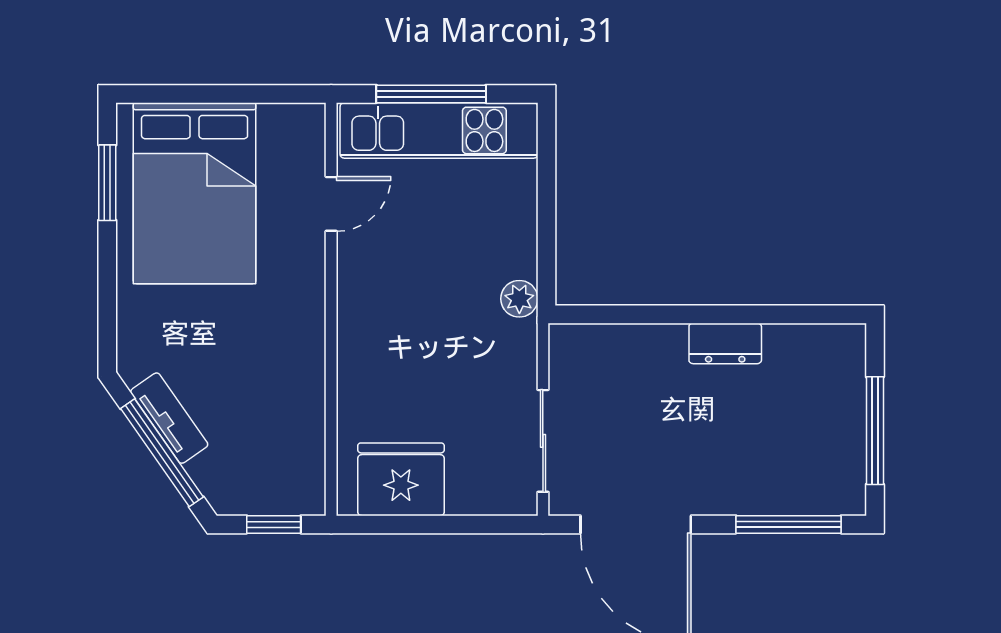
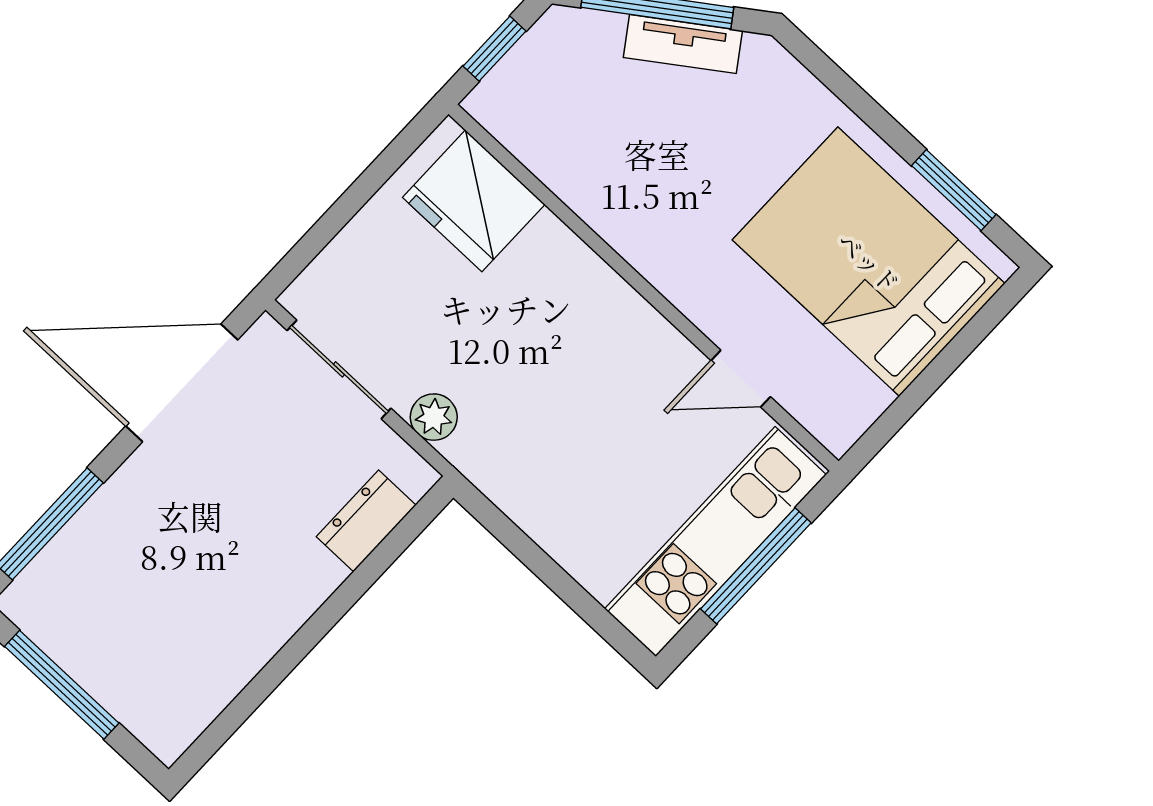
door: (331, 204) -> (741, 379), hinge flipped
plant: (519, 299) -> (434, 417), moved
dresser: (725, 343) -> (366, 521), moved
fridge: (401, 479) -> (474, 201), moved, turned 90

